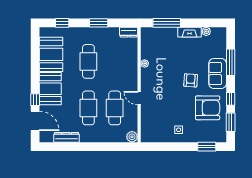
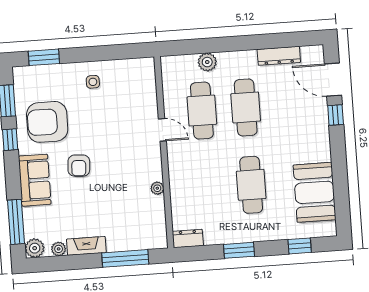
plant: (220, 33) -> (35, 248), added
window: (231, 62) -> (16, 222), moved
booth: (50, 89) -> (312, 135), removed
plant: (132, 137) -> (207, 62), moved

